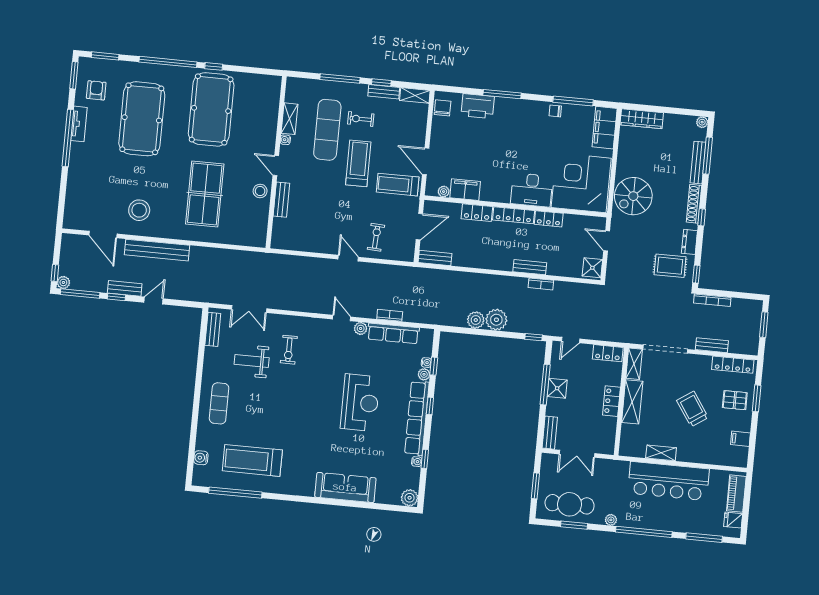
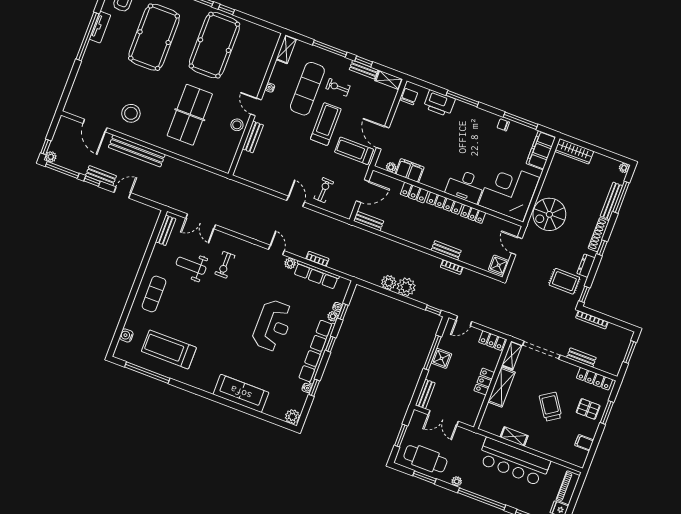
shelving: (289, 119) -> (286, 49), moved

